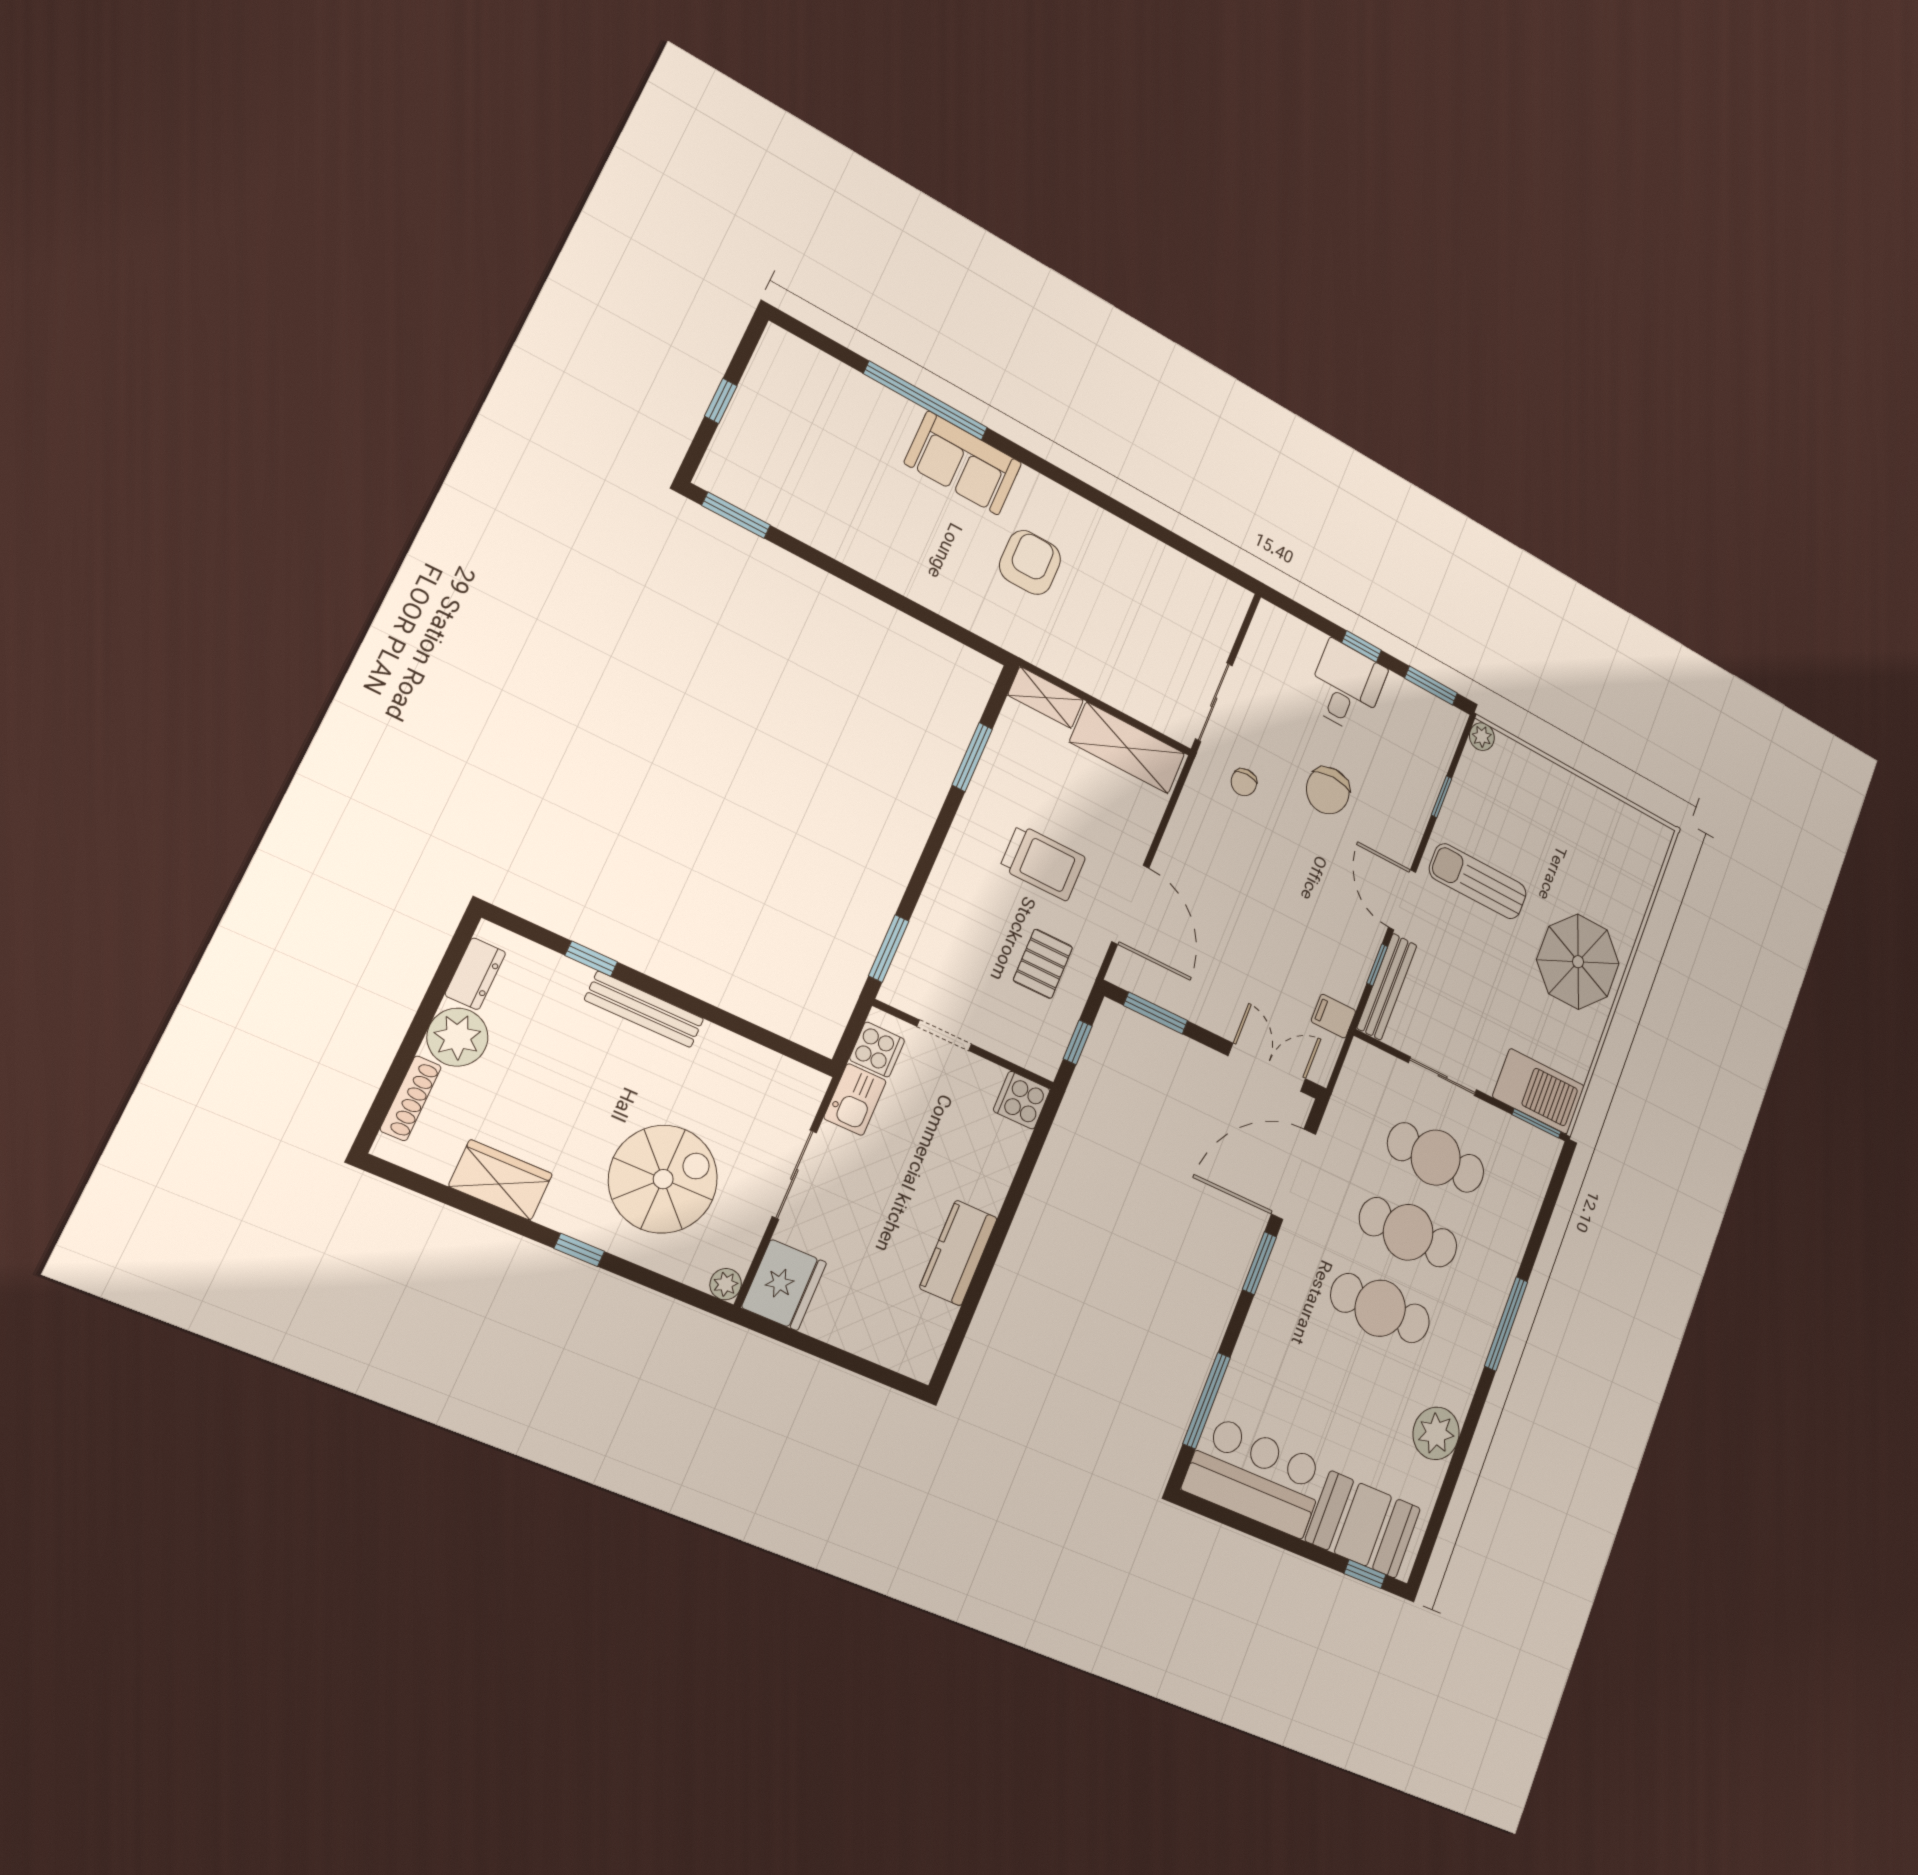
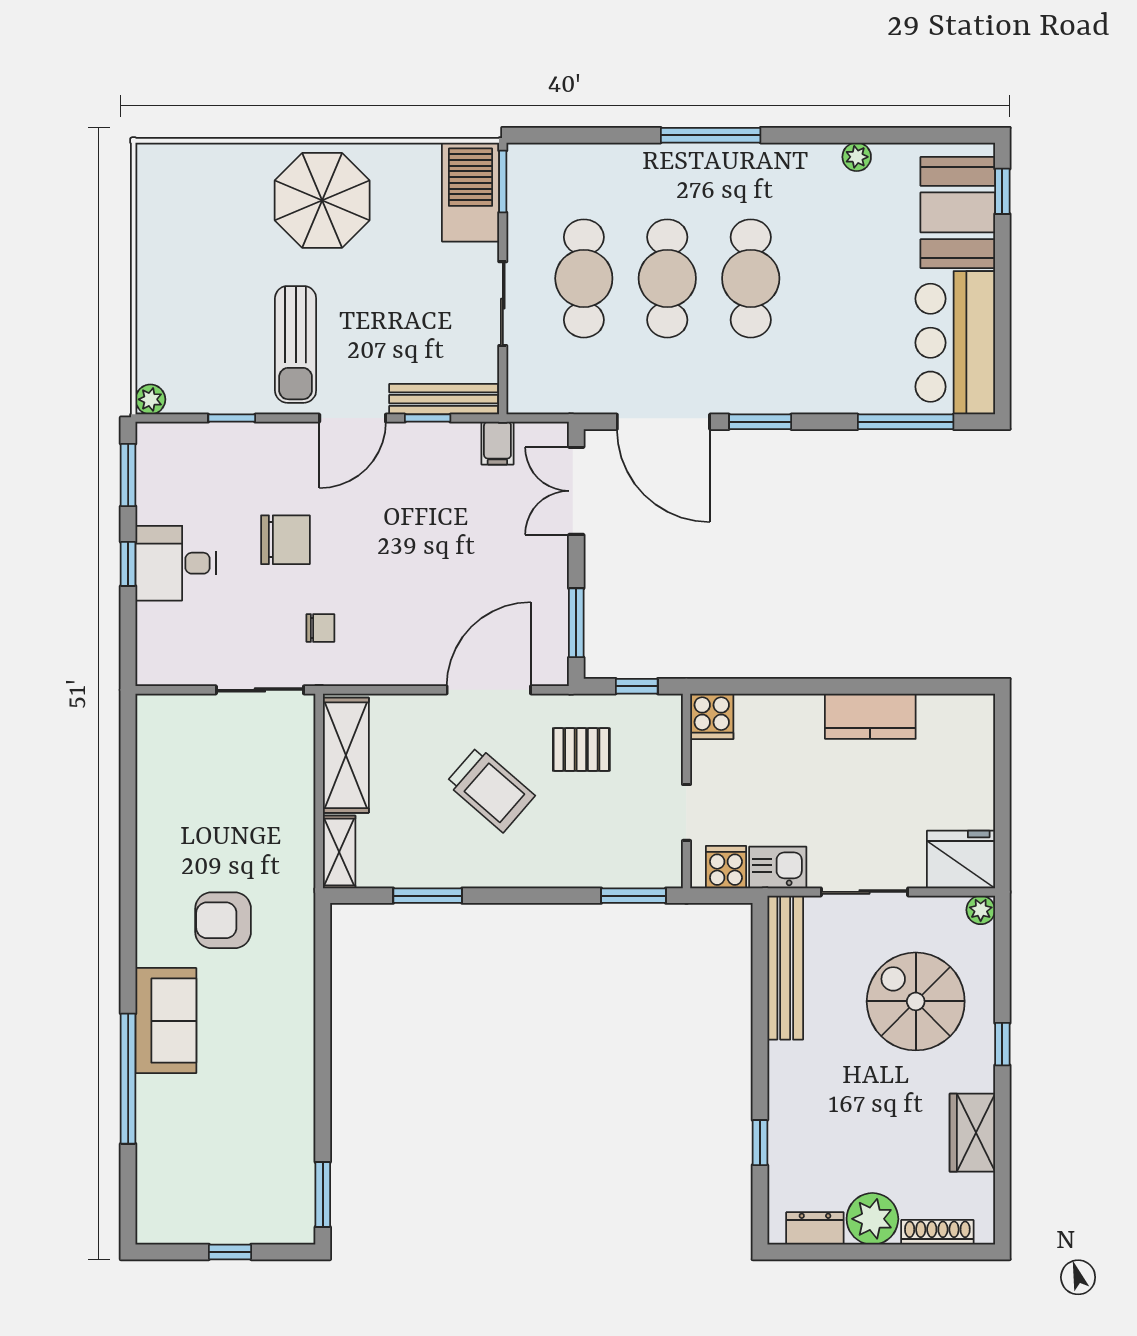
trolley: (1043, 863) -> (490, 789), turned 131
bench: (644, 1009) -> (785, 968), moved, width x1.37, depth x1.21
plant: (1436, 1433) -> (857, 157), width x0.53, depth x0.53

